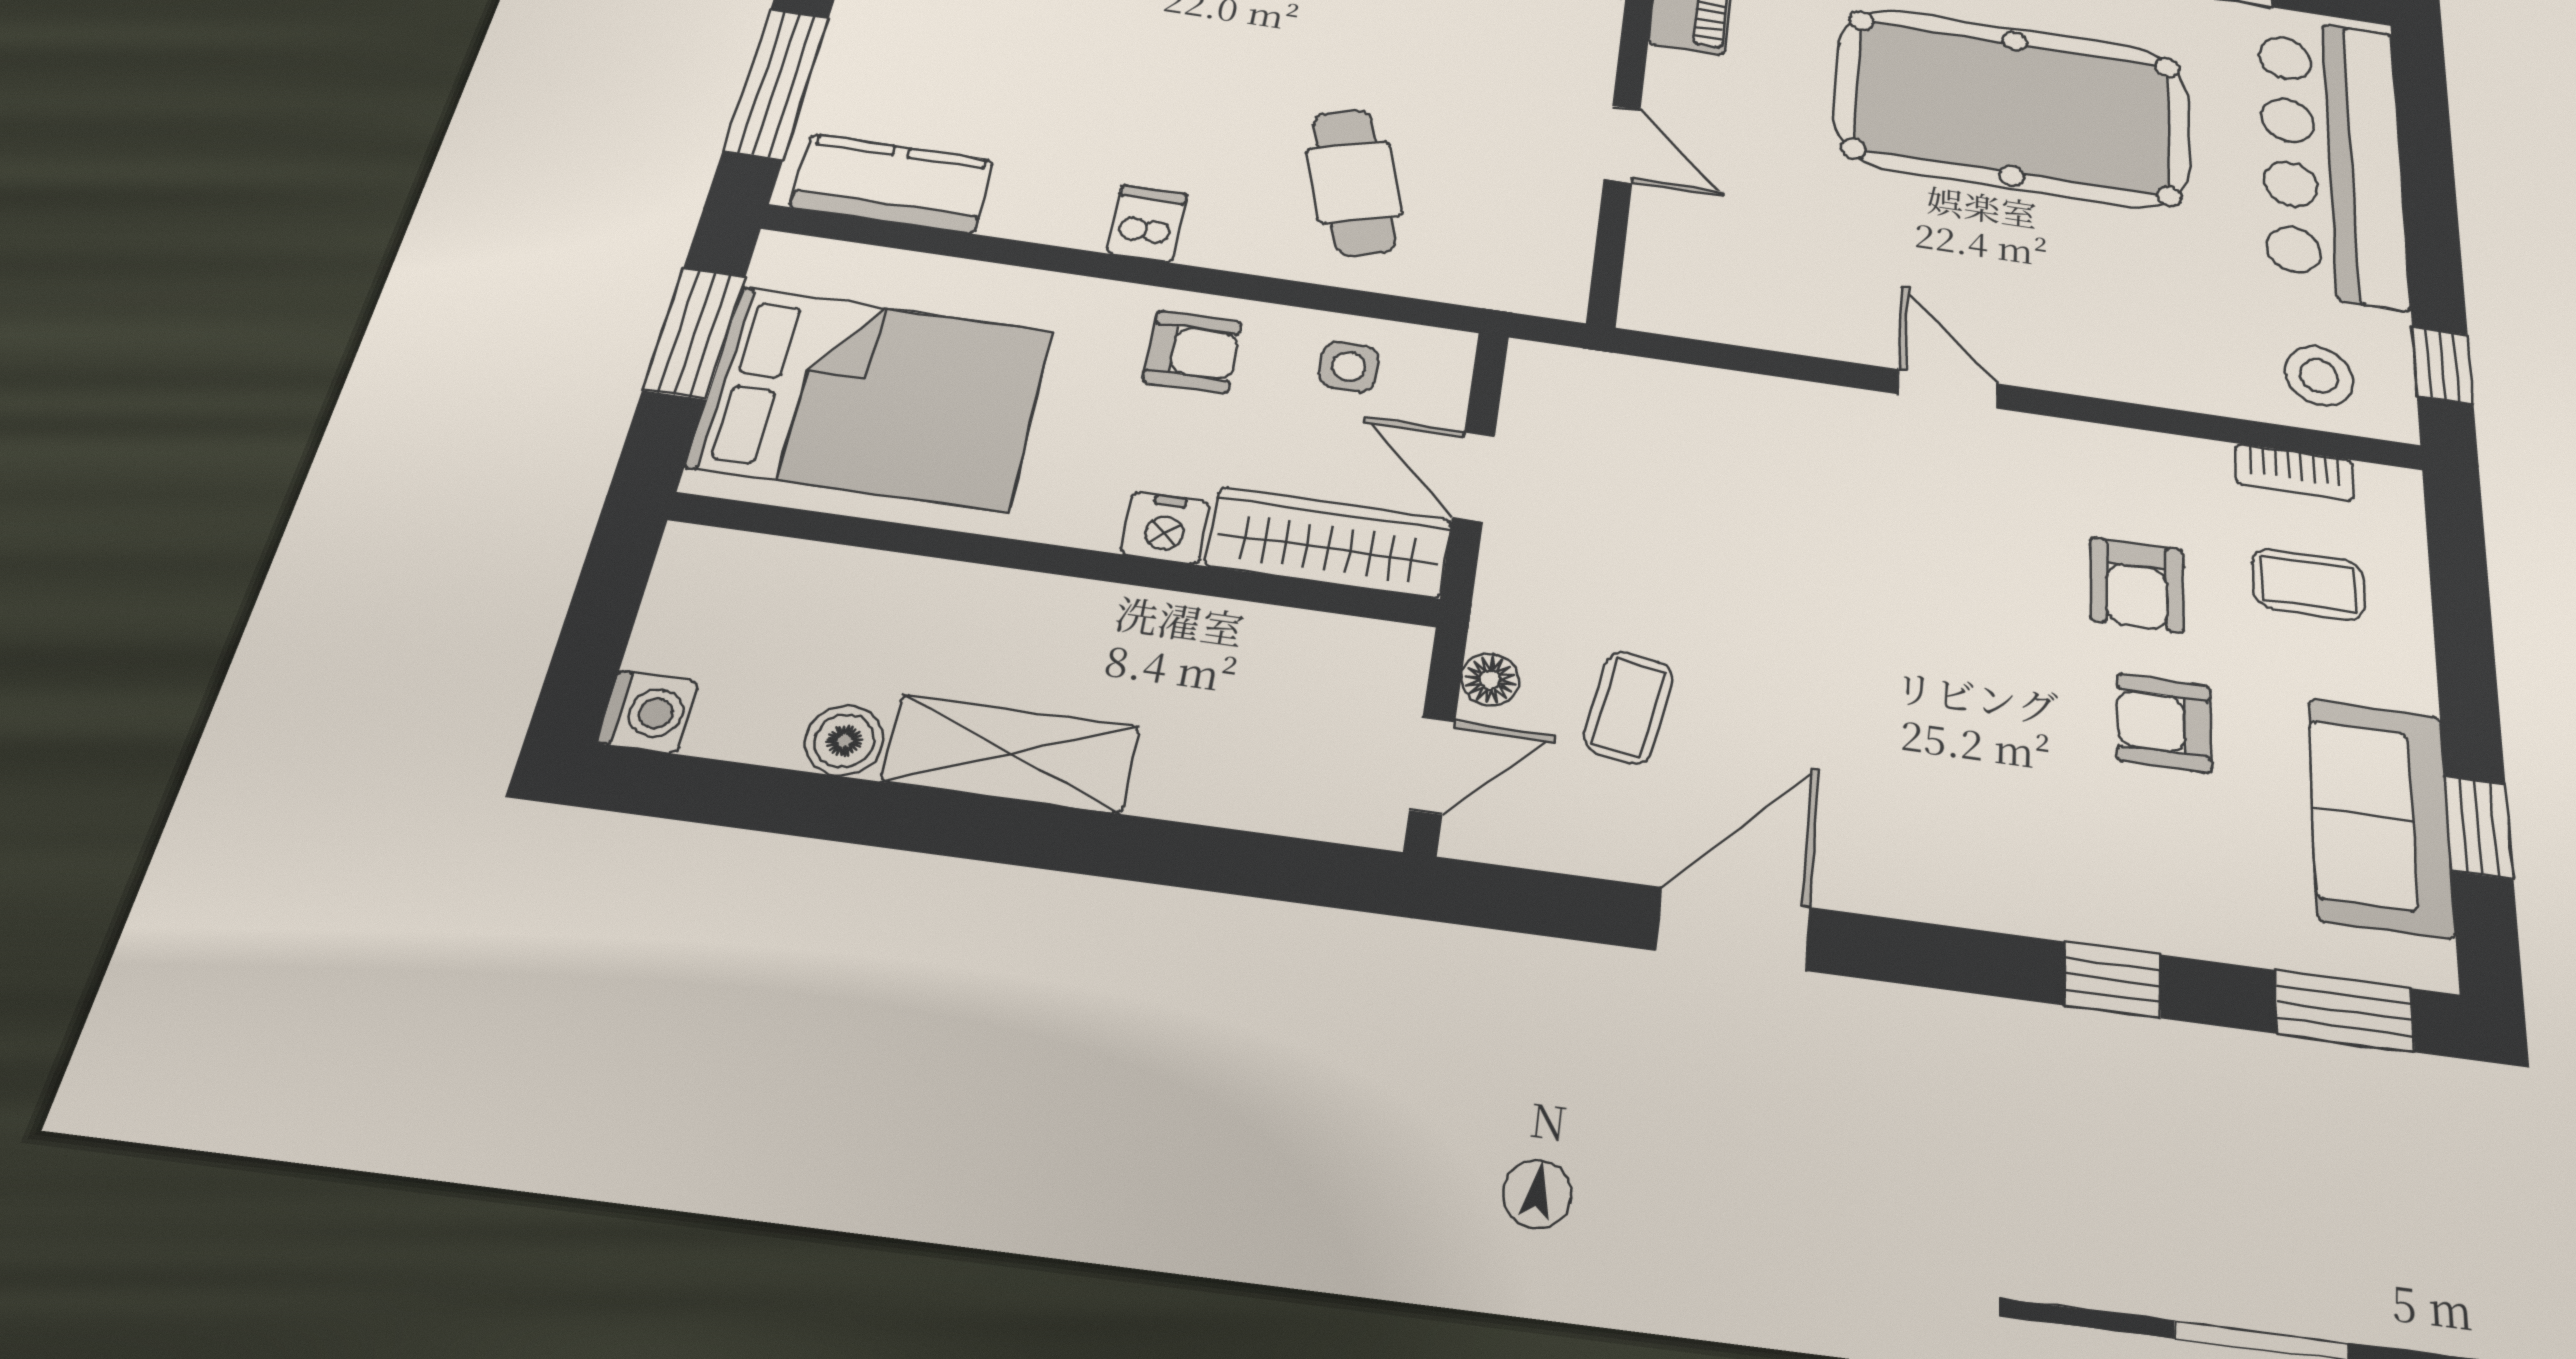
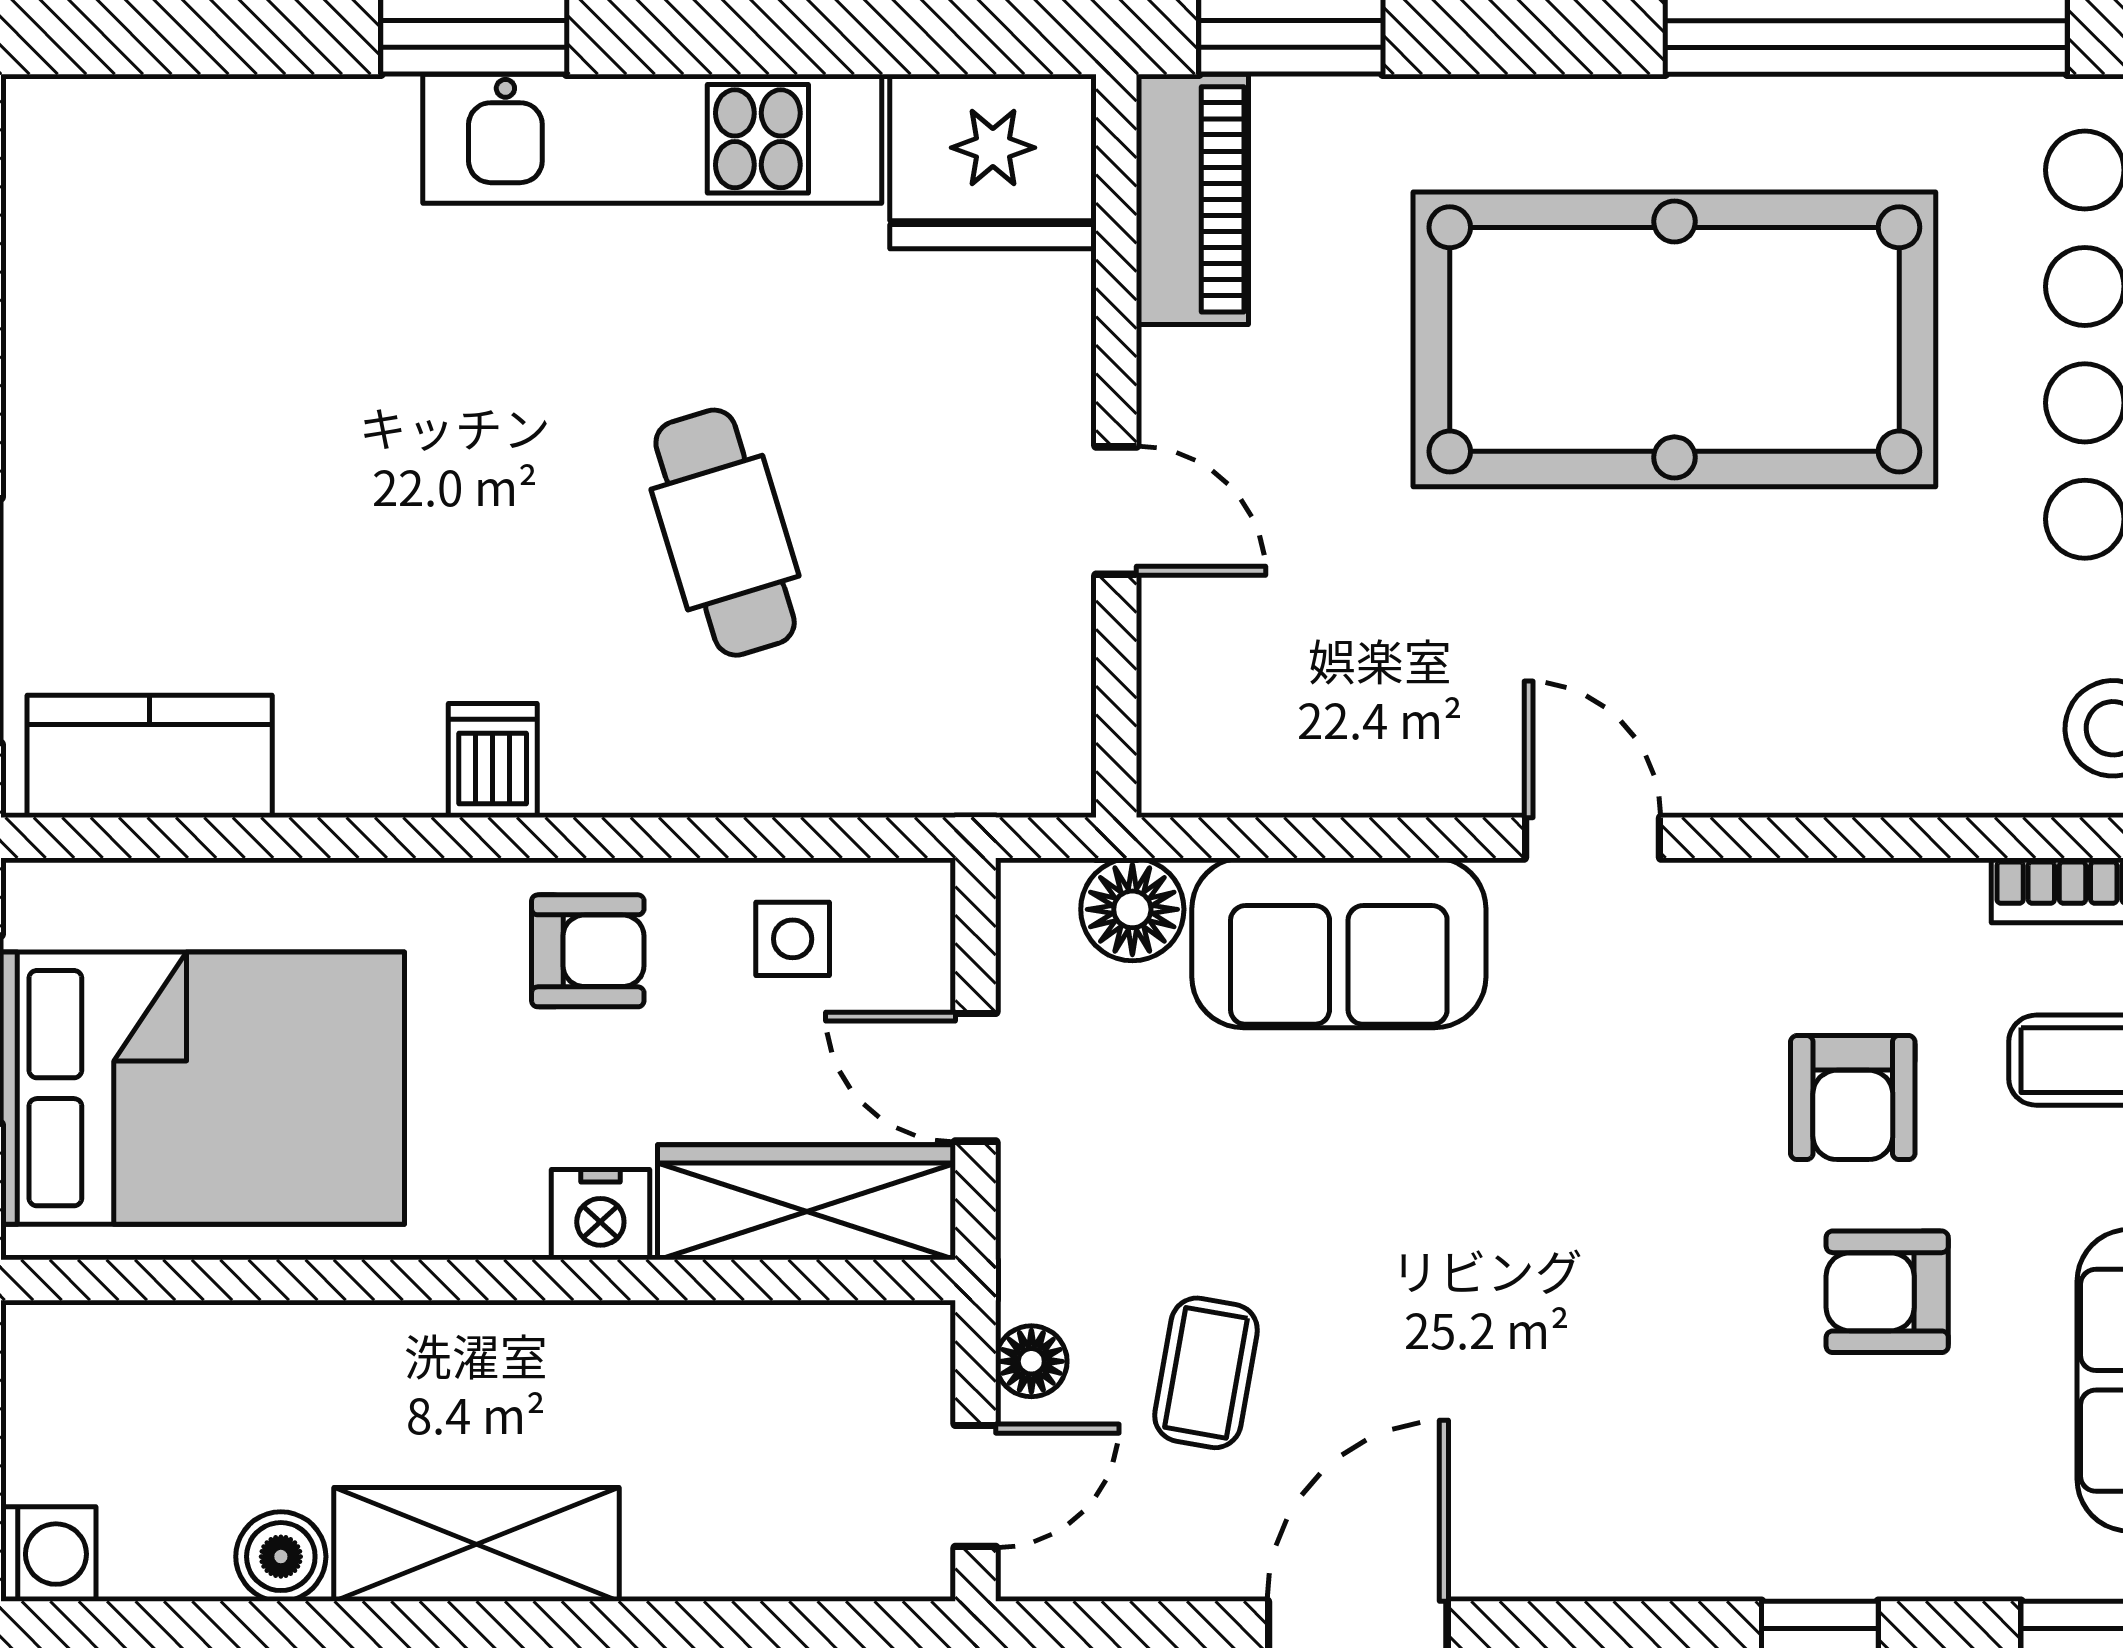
cafe table: (1354, 182) -> (725, 533), moved
floor lamp: (1606, 385) -> (1132, 909), added
sofa: (1757, 428) -> (1339, 943), added

